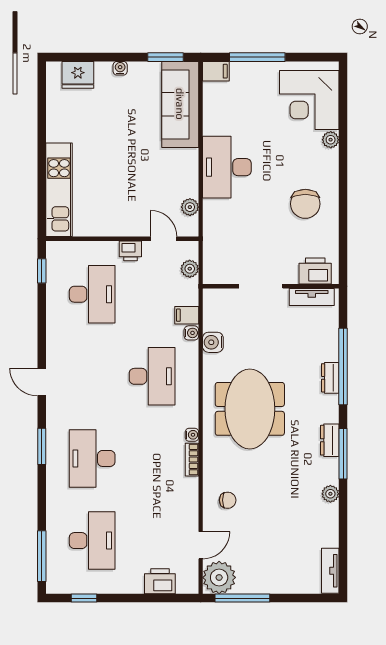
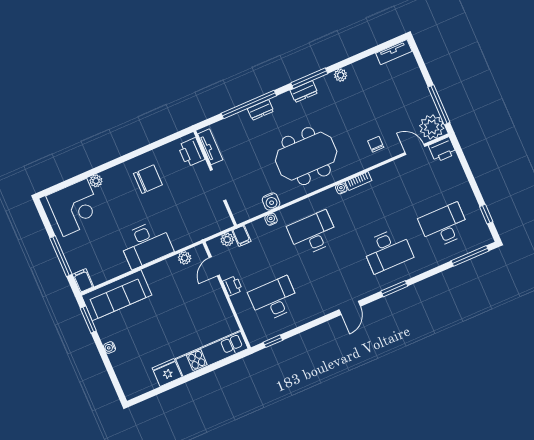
fridge: (78, 75) -> (167, 372), moved, turned -90
filing cabinet: (187, 315) -> (241, 236), moved
printer: (160, 581) -> (442, 150), moved, turned -90

